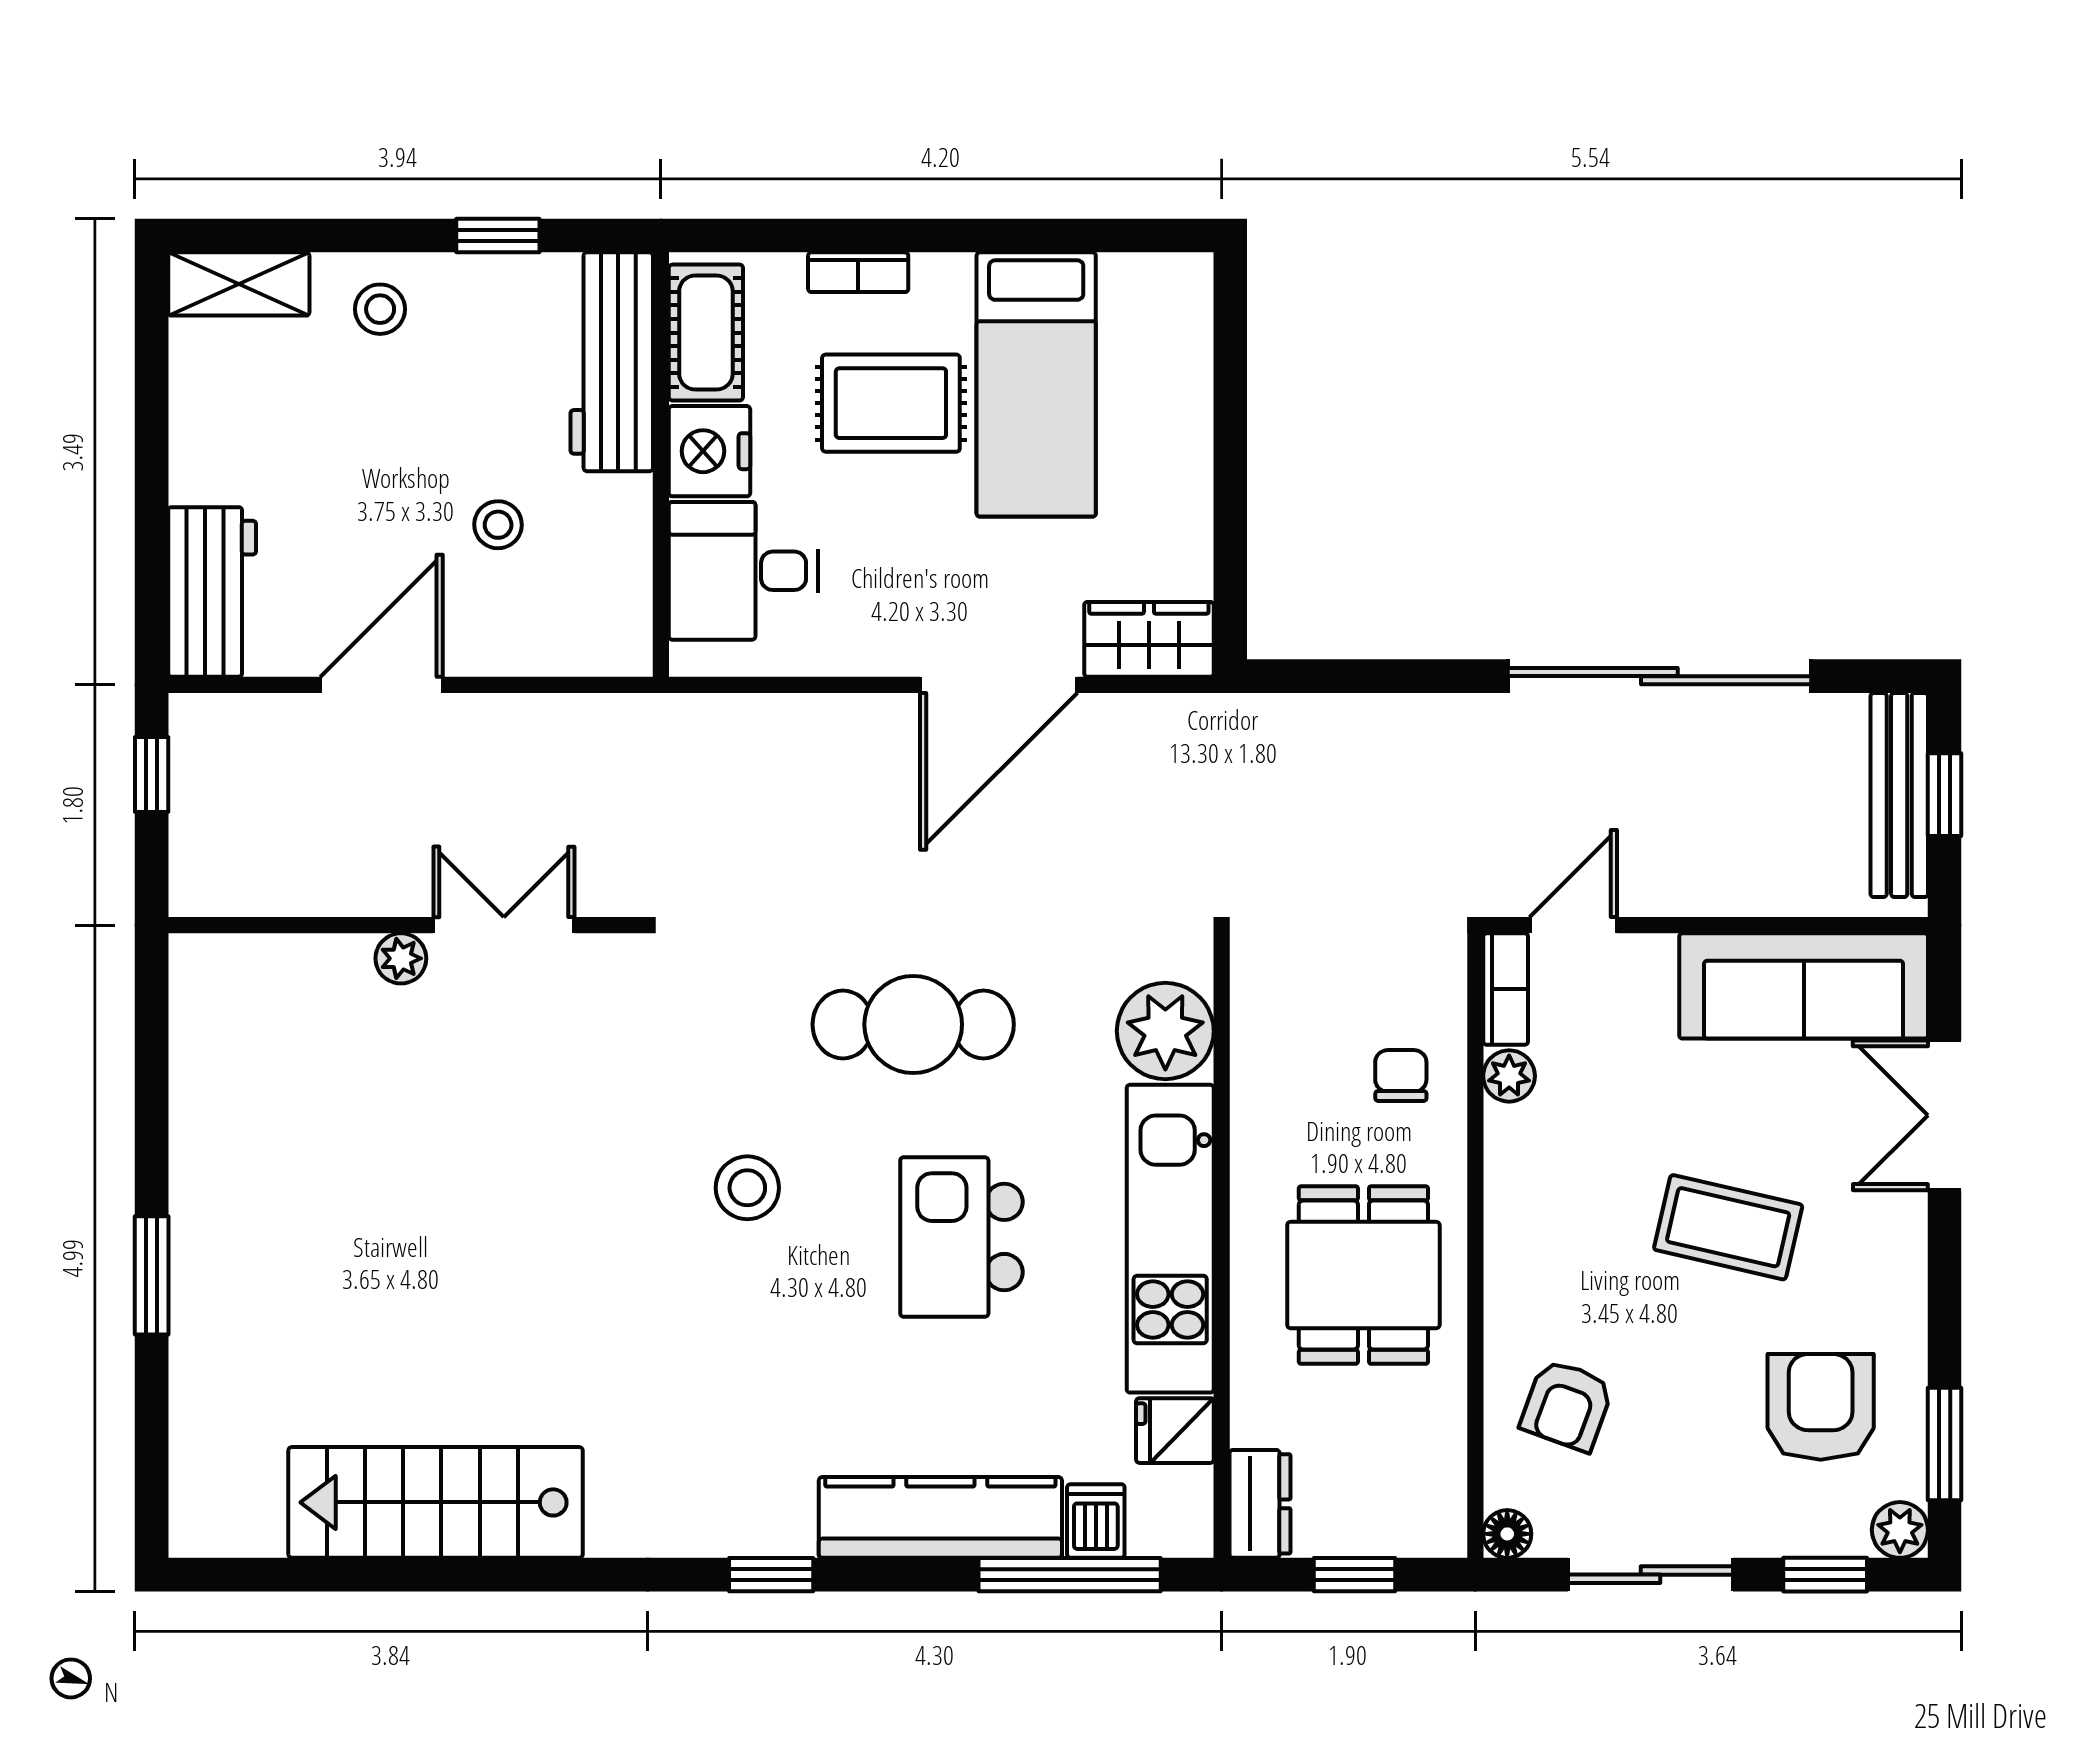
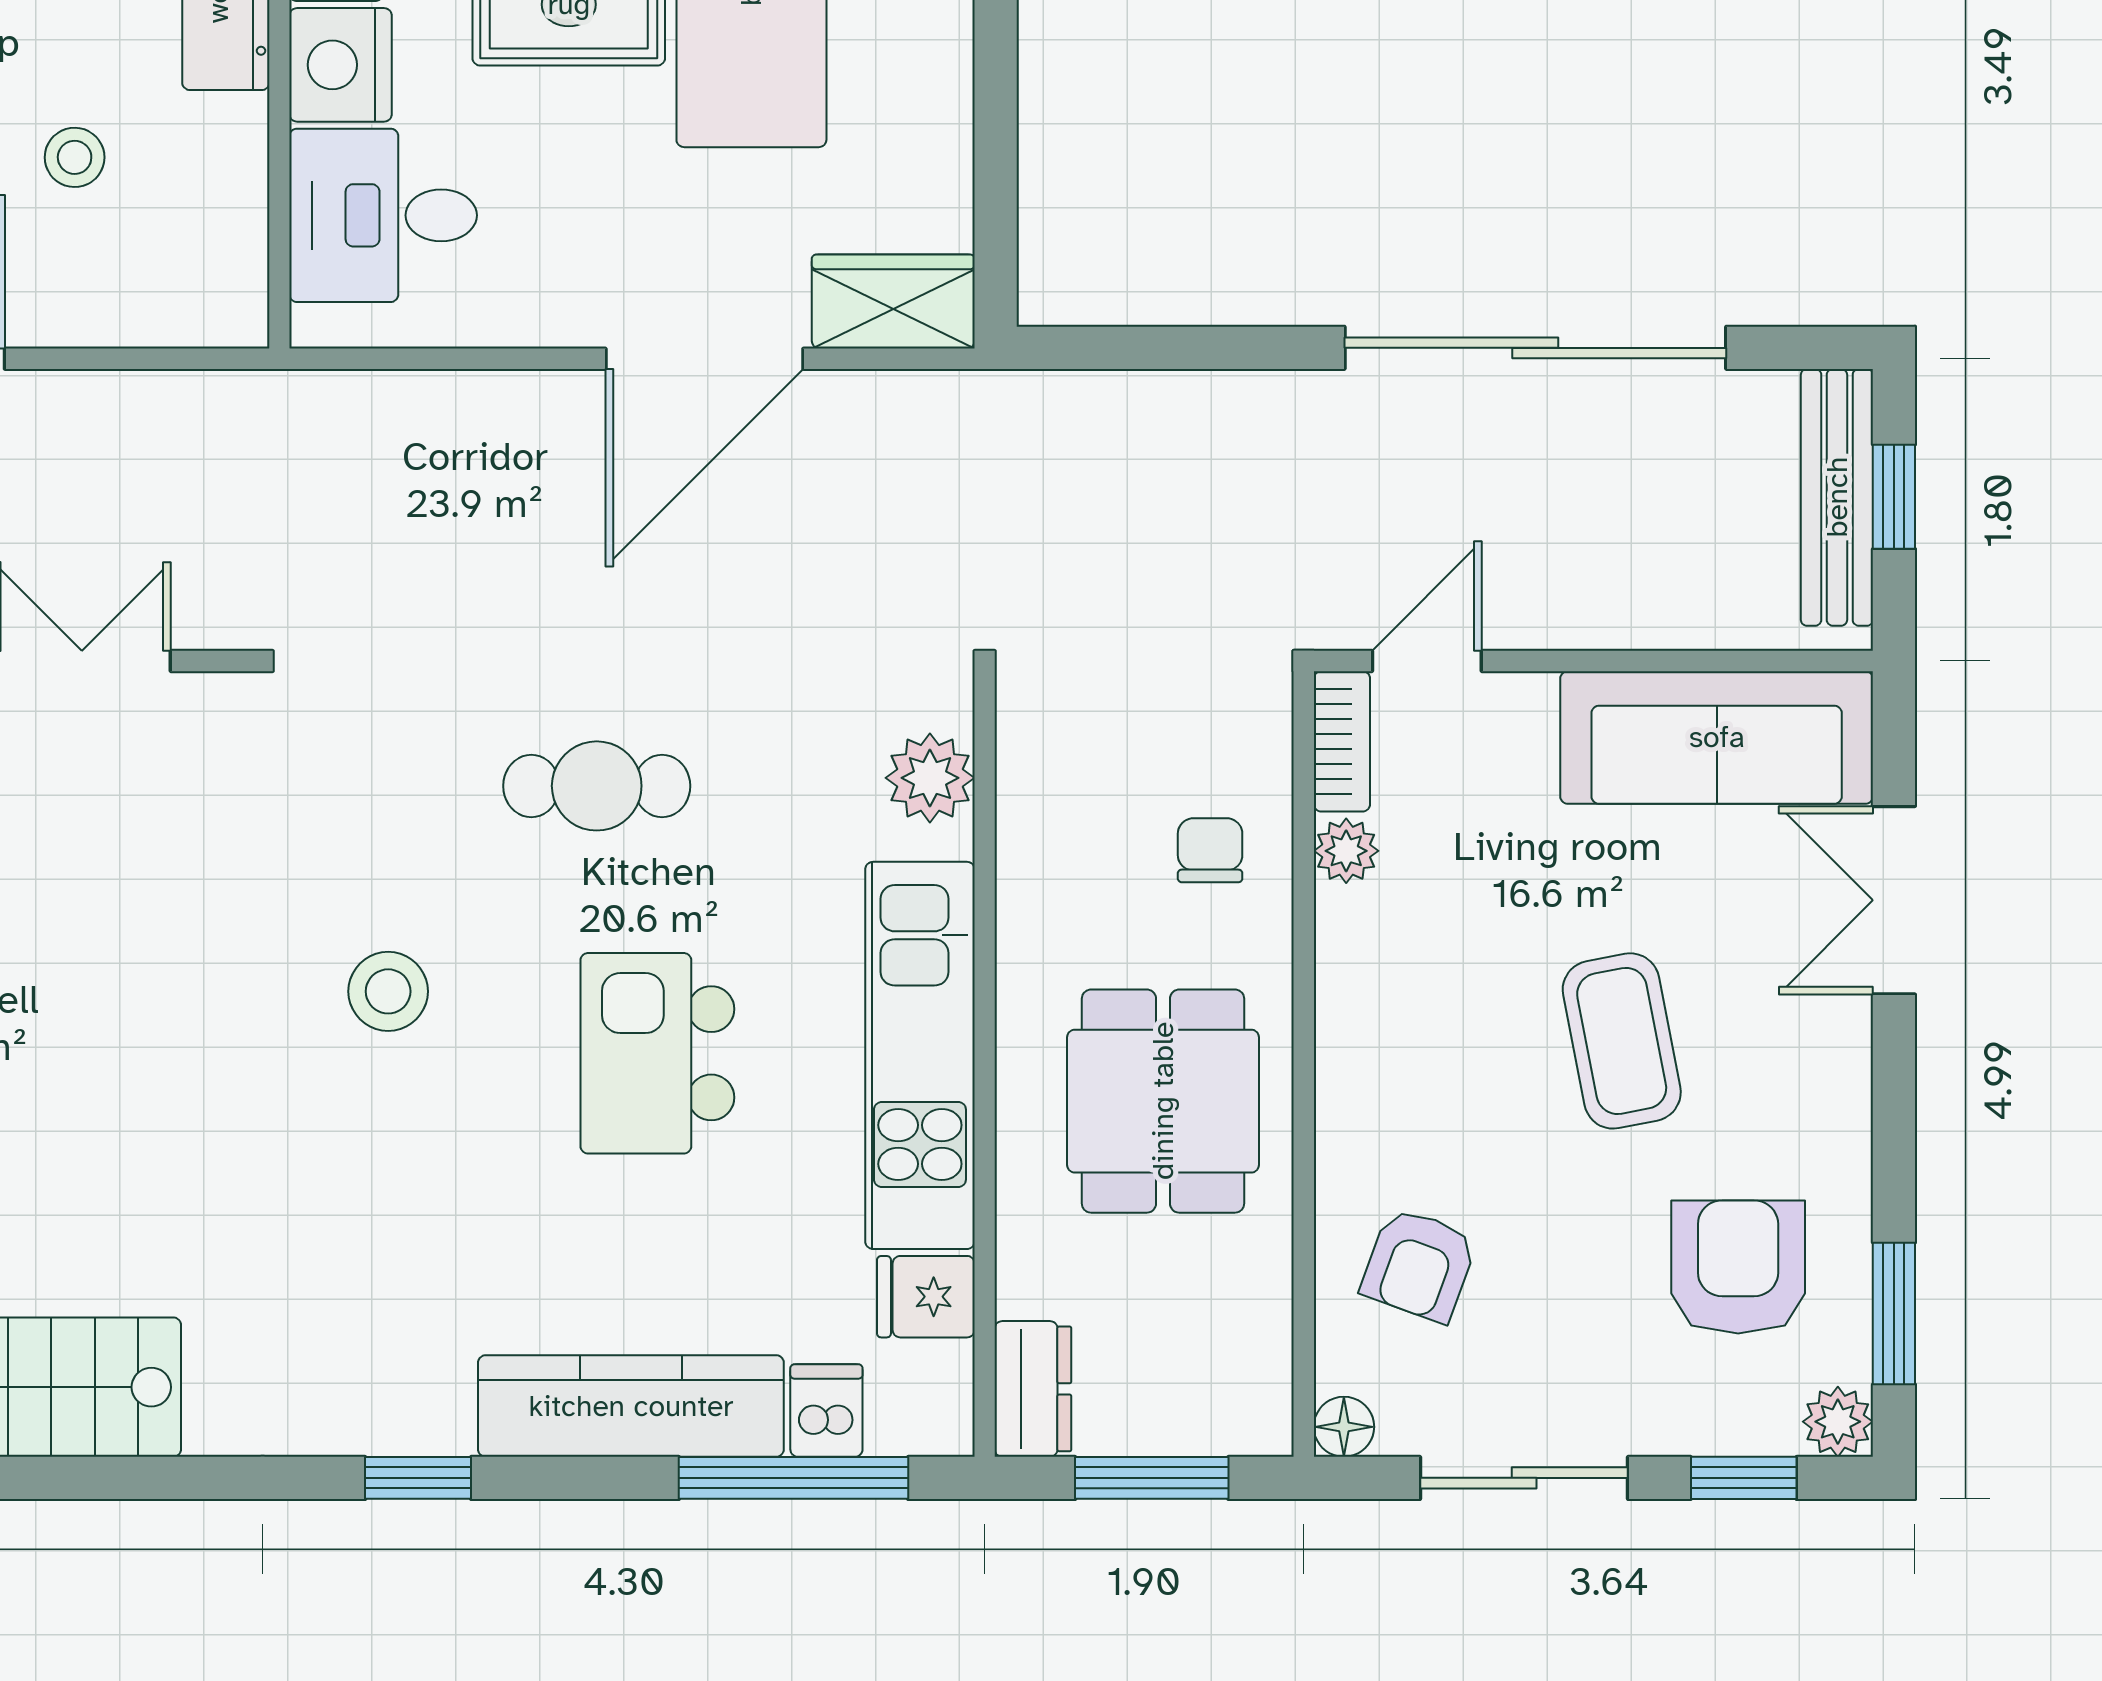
cafe table: (913, 1024) -> (597, 786), width x0.73, depth x0.74
plant: (1165, 1031) -> (930, 778), width x0.73, depth x0.73
coffee table: (1728, 1227) -> (1622, 1041), turned 66
window: (1354, 1575) -> (1152, 1478), width x1.50

